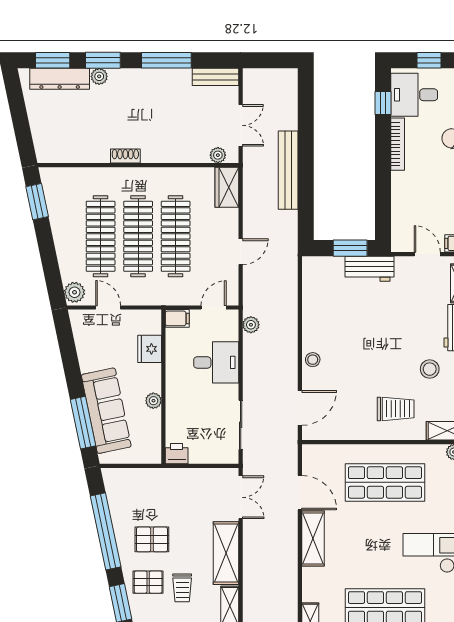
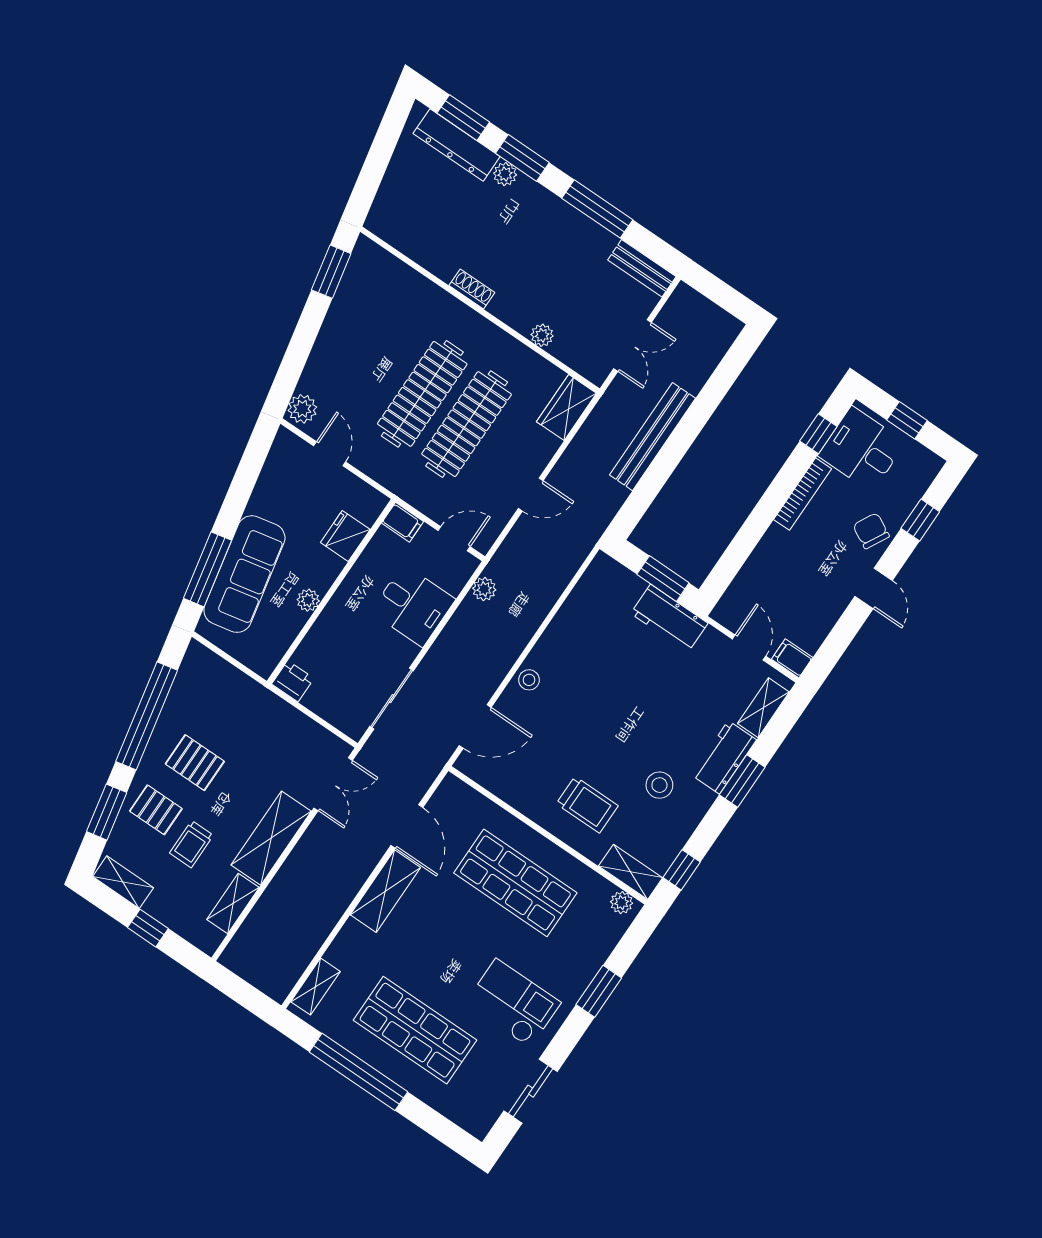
plant: (218, 155) -> (542, 335), moved
clothes rail: (101, 236) -> (378, 364), removed

